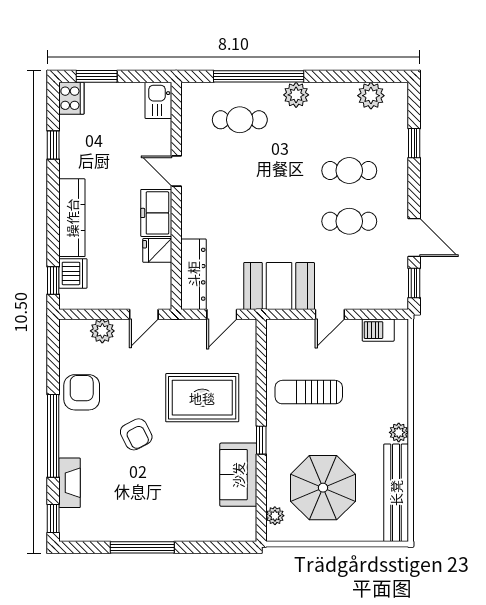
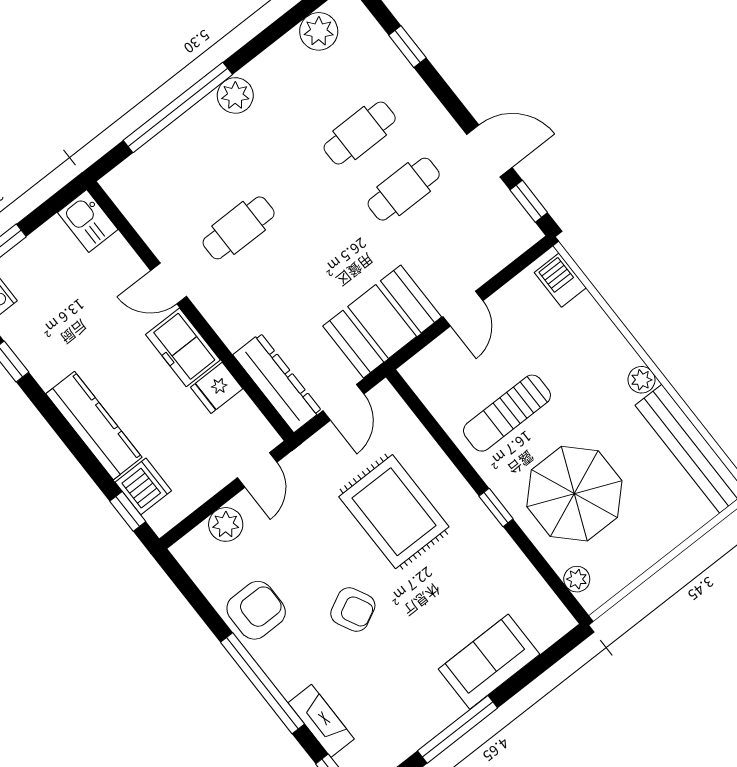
cafe table: (240, 120) -> (239, 228), moved
barbecue: (378, 330) -> (560, 280), moved, turned 90
armchair: (82, 392) -> (256, 610), turned 90
rug: (202, 398) -> (394, 512), turned 90
sofa: (238, 475) -> (489, 662), moved, turned 90
parasol: (323, 488) -> (574, 494), moved

